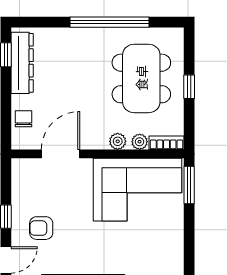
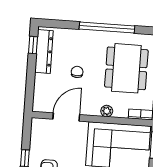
chair: (23, 119) -> (77, 72), moved
plant: (140, 142) -> (122, 112), removed

